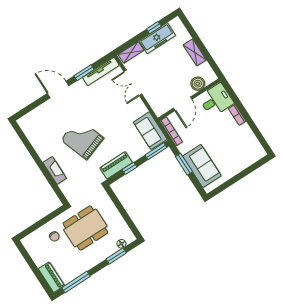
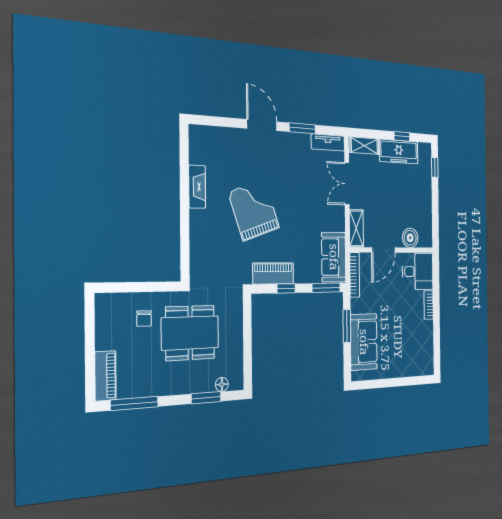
window: (190, 29) -> (435, 167), added
shelving: (195, 52) -> (356, 228), moved
tv unit: (101, 71) -> (328, 142), width x0.71
fireplace: (55, 170) -> (197, 187), moved

